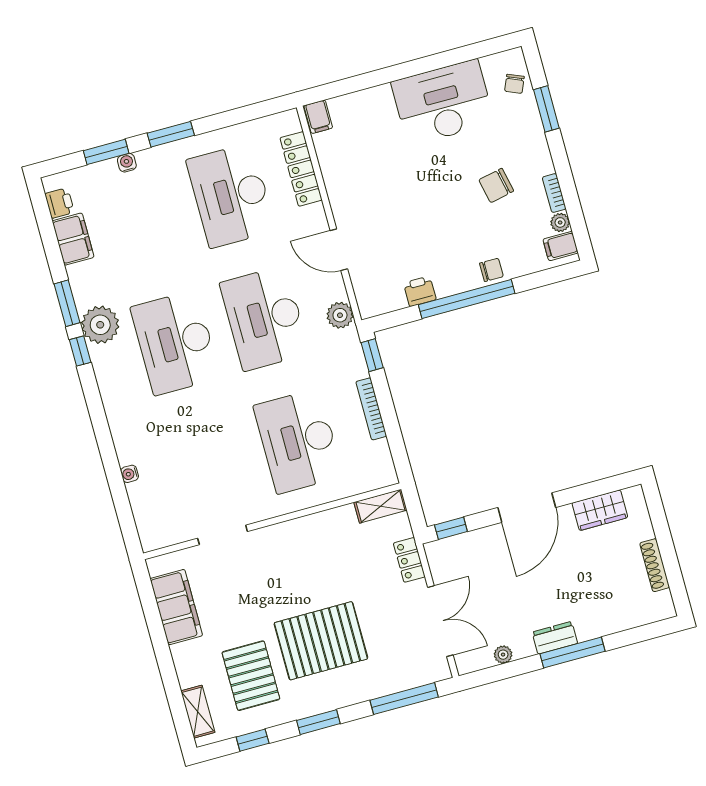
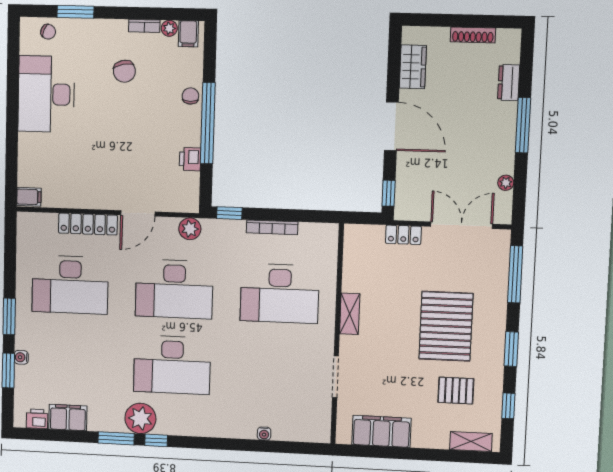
locker: (301, 169) -> (88, 224), moved
shelving: (380, 506) -> (350, 314), moved
dresser: (555, 638) -> (509, 83), moved
pallet: (251, 676) -> (456, 391), width x0.67, depth x0.71

